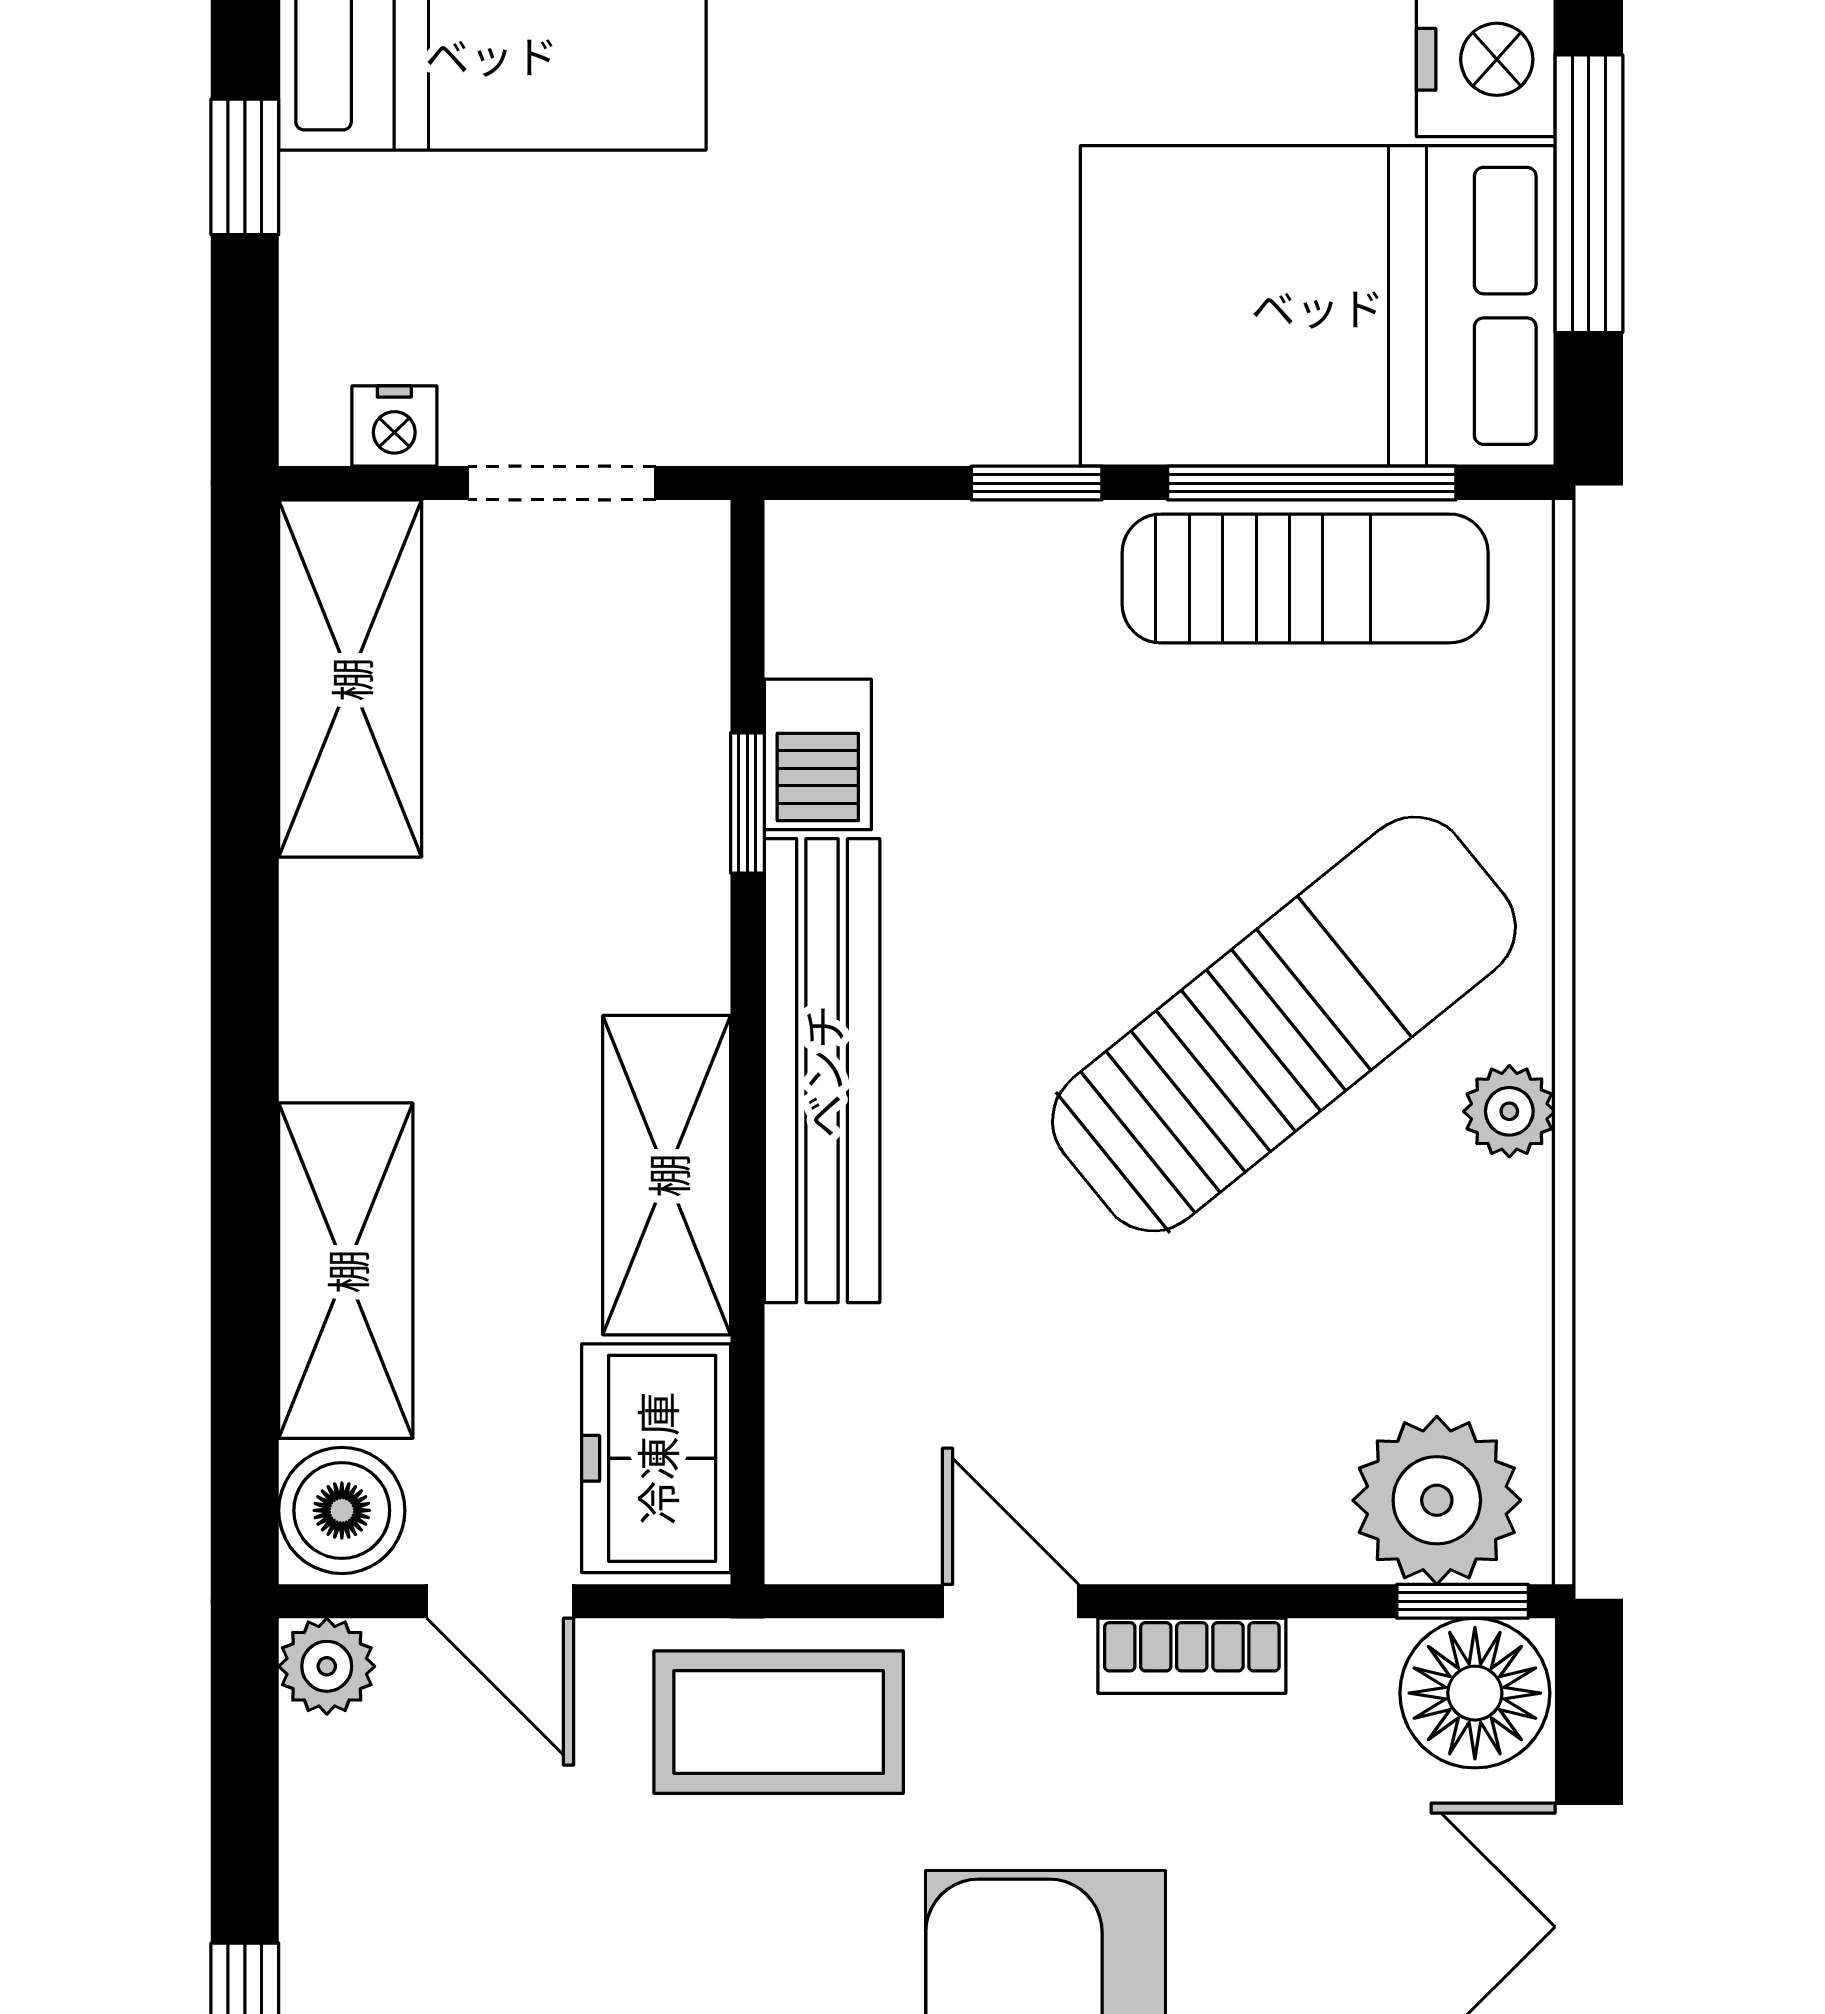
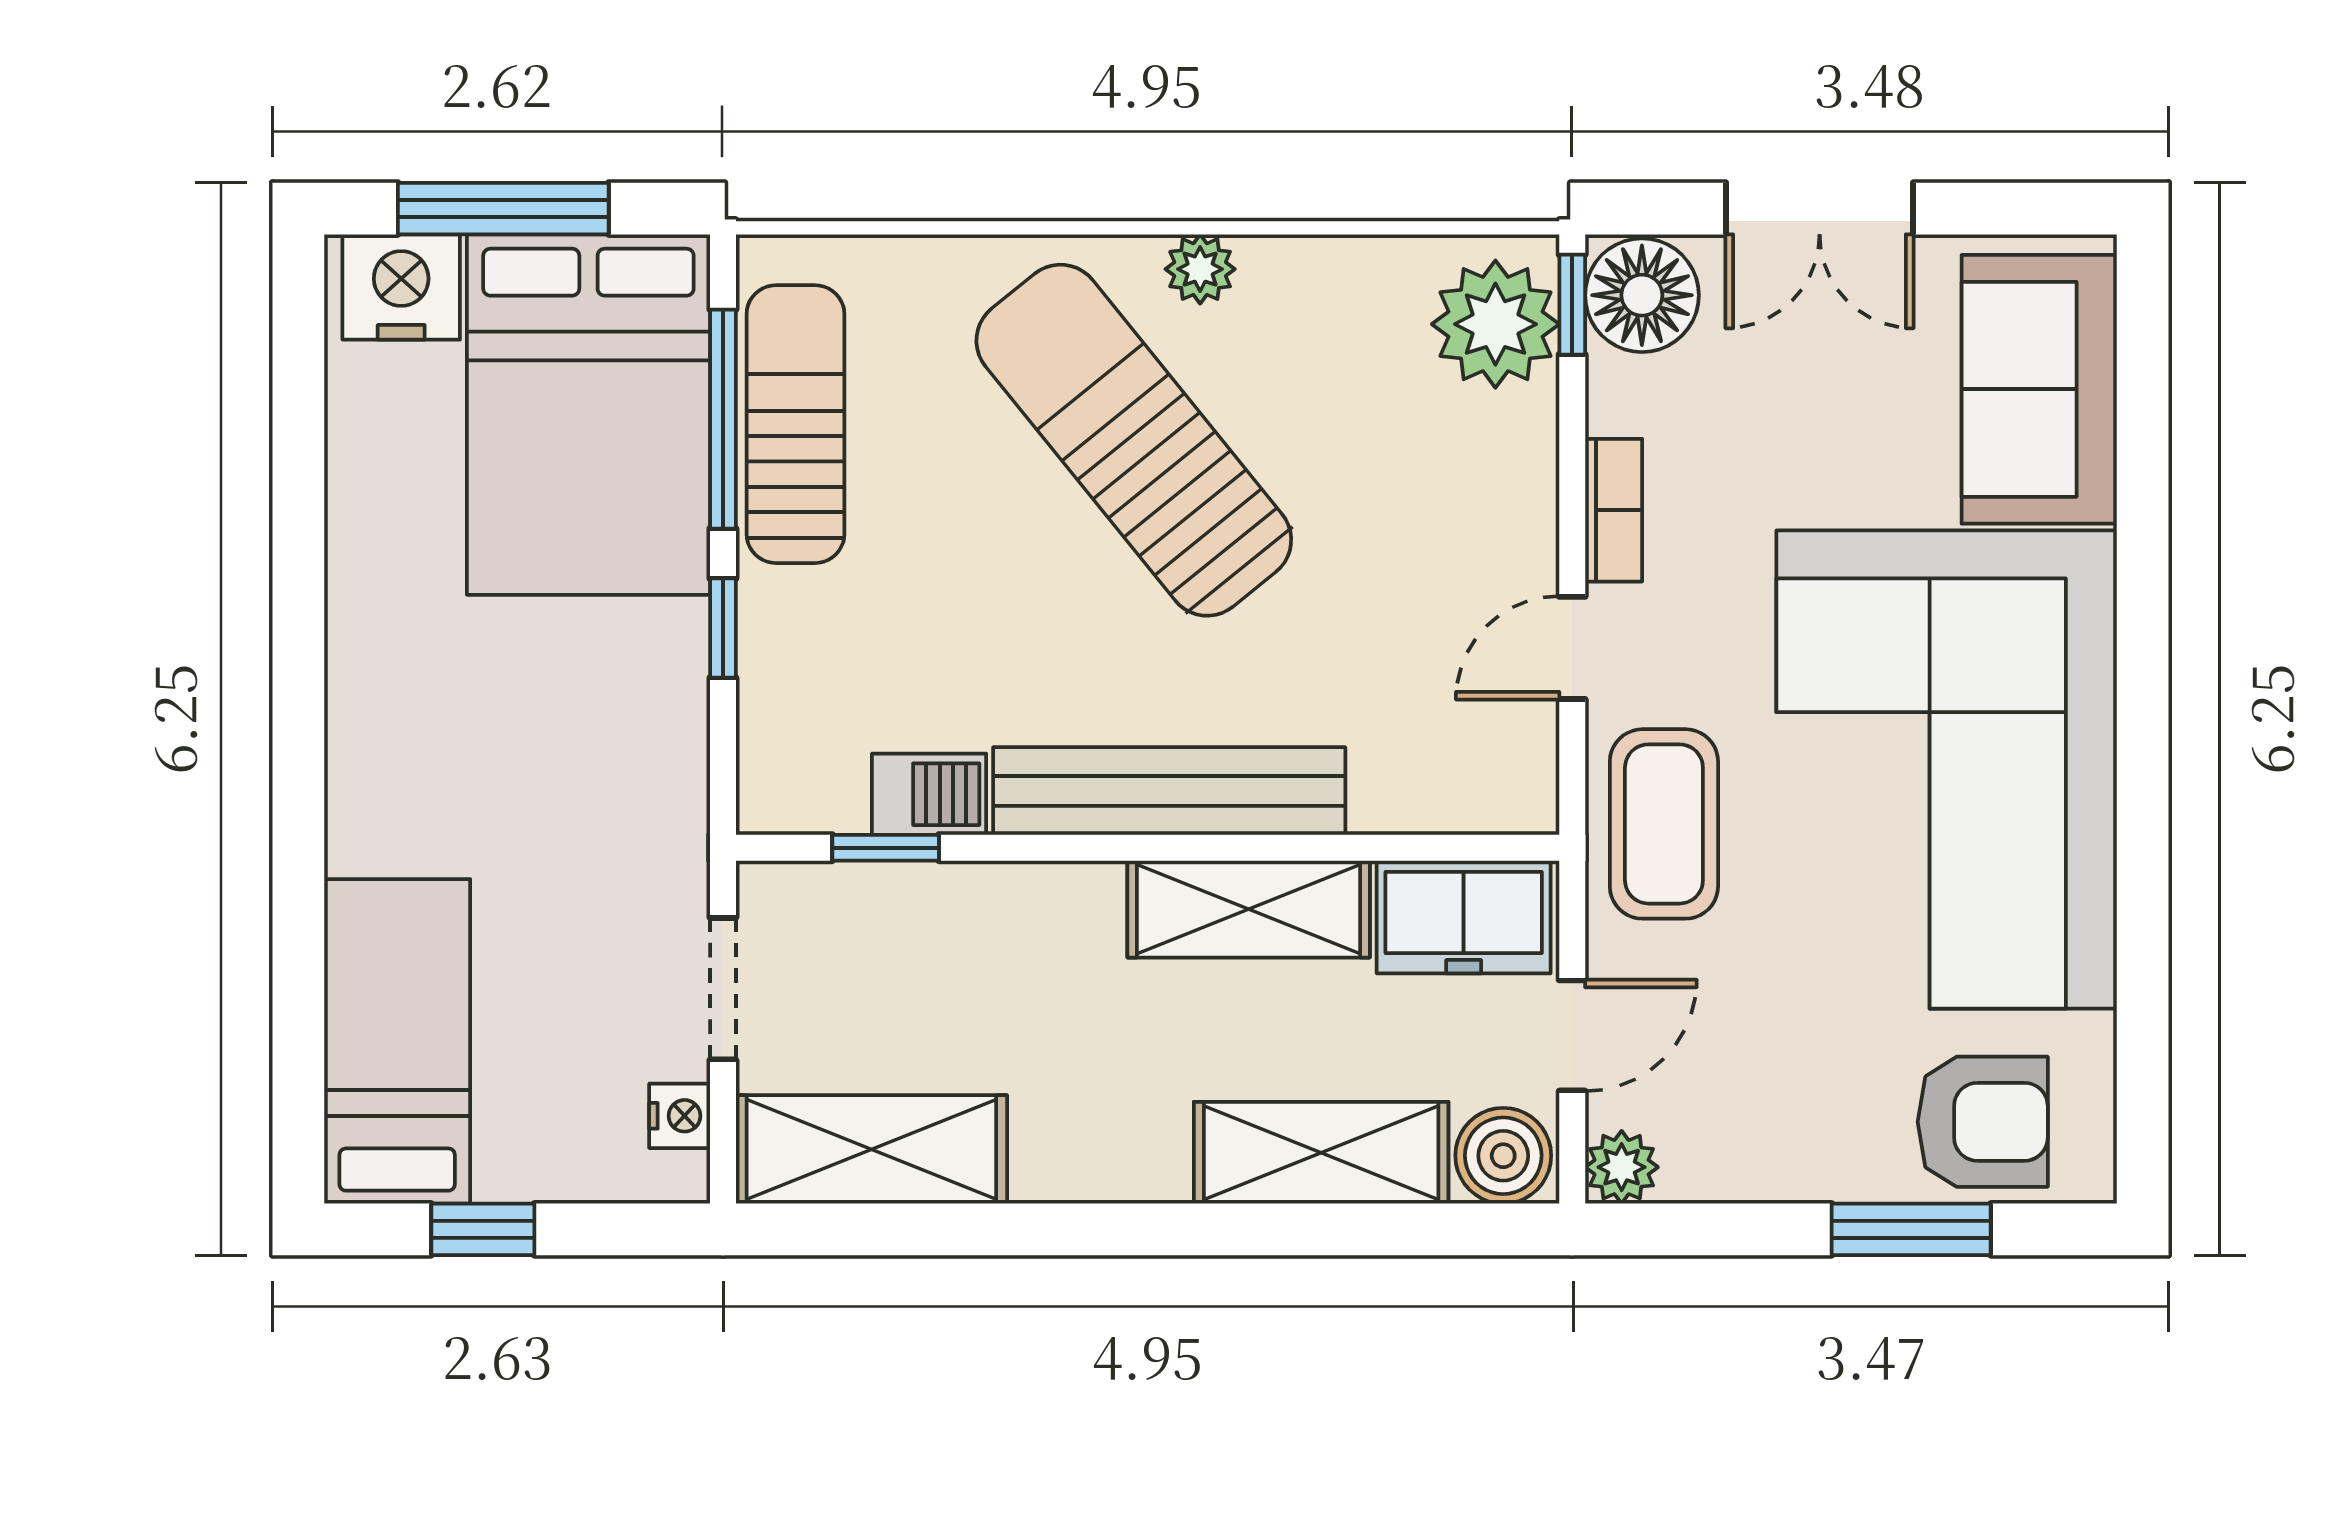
window: (747, 803) -> (886, 848), moved

